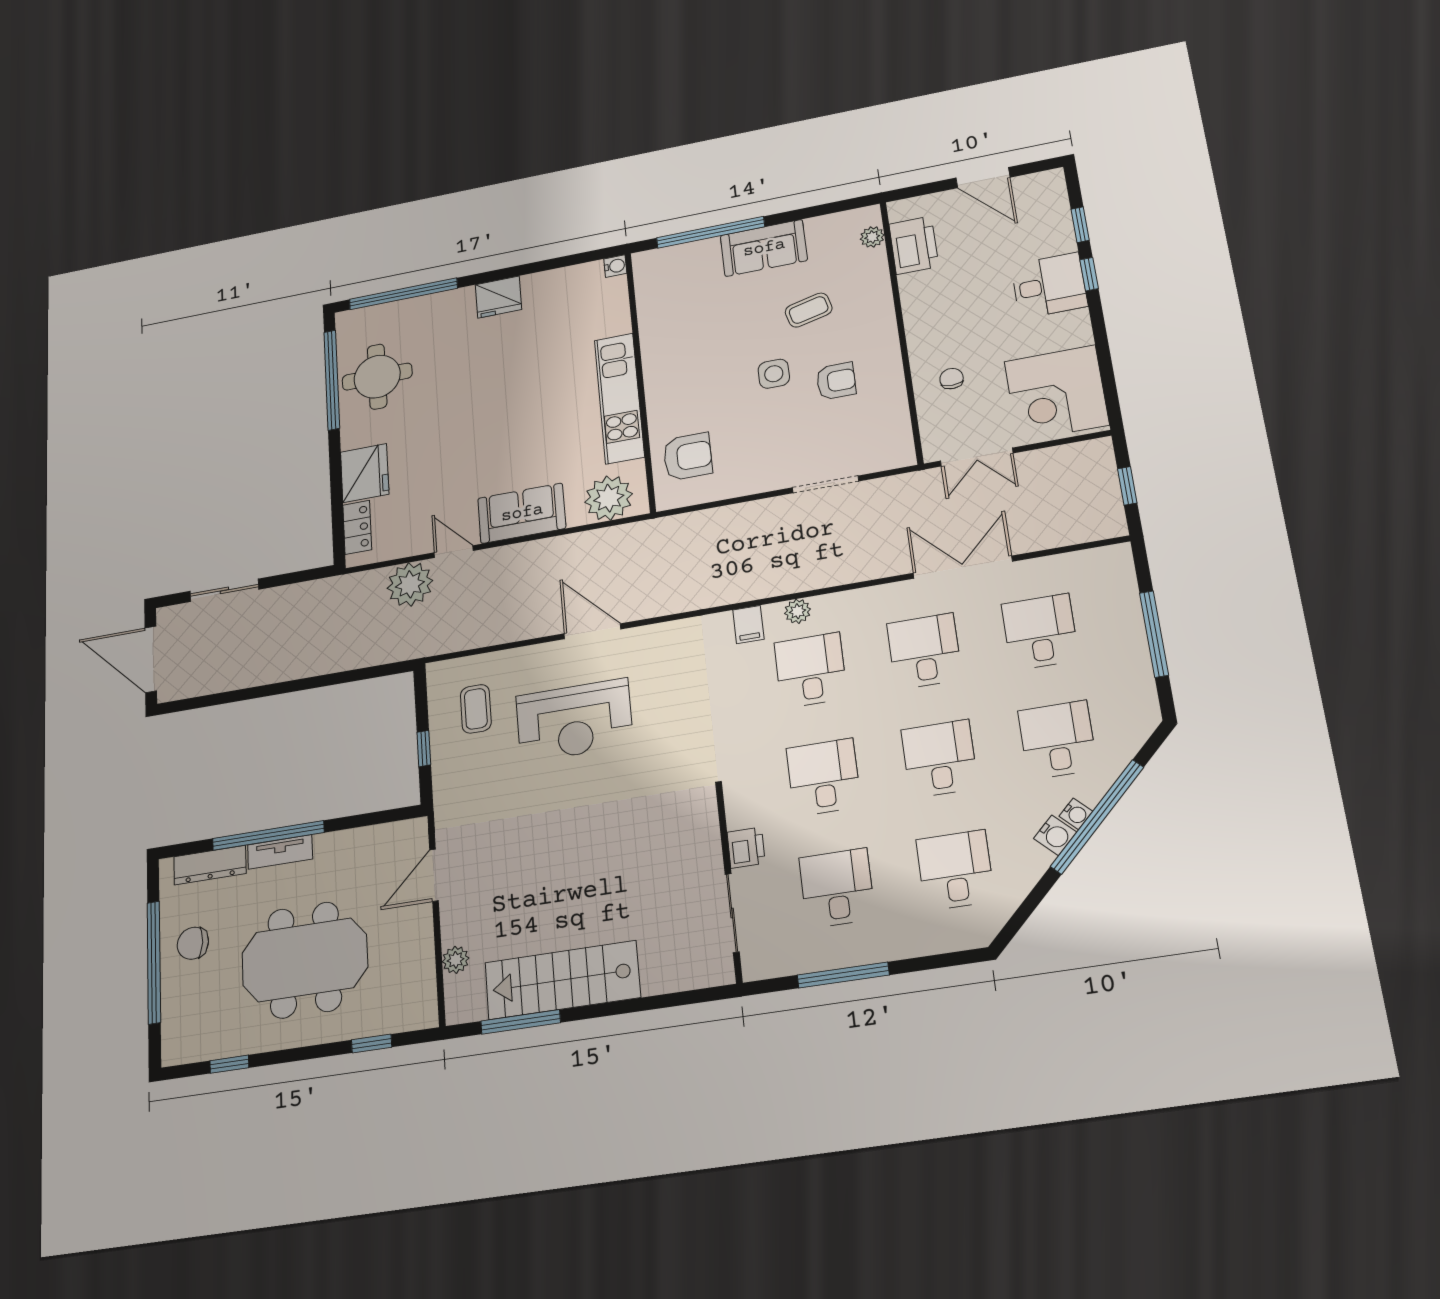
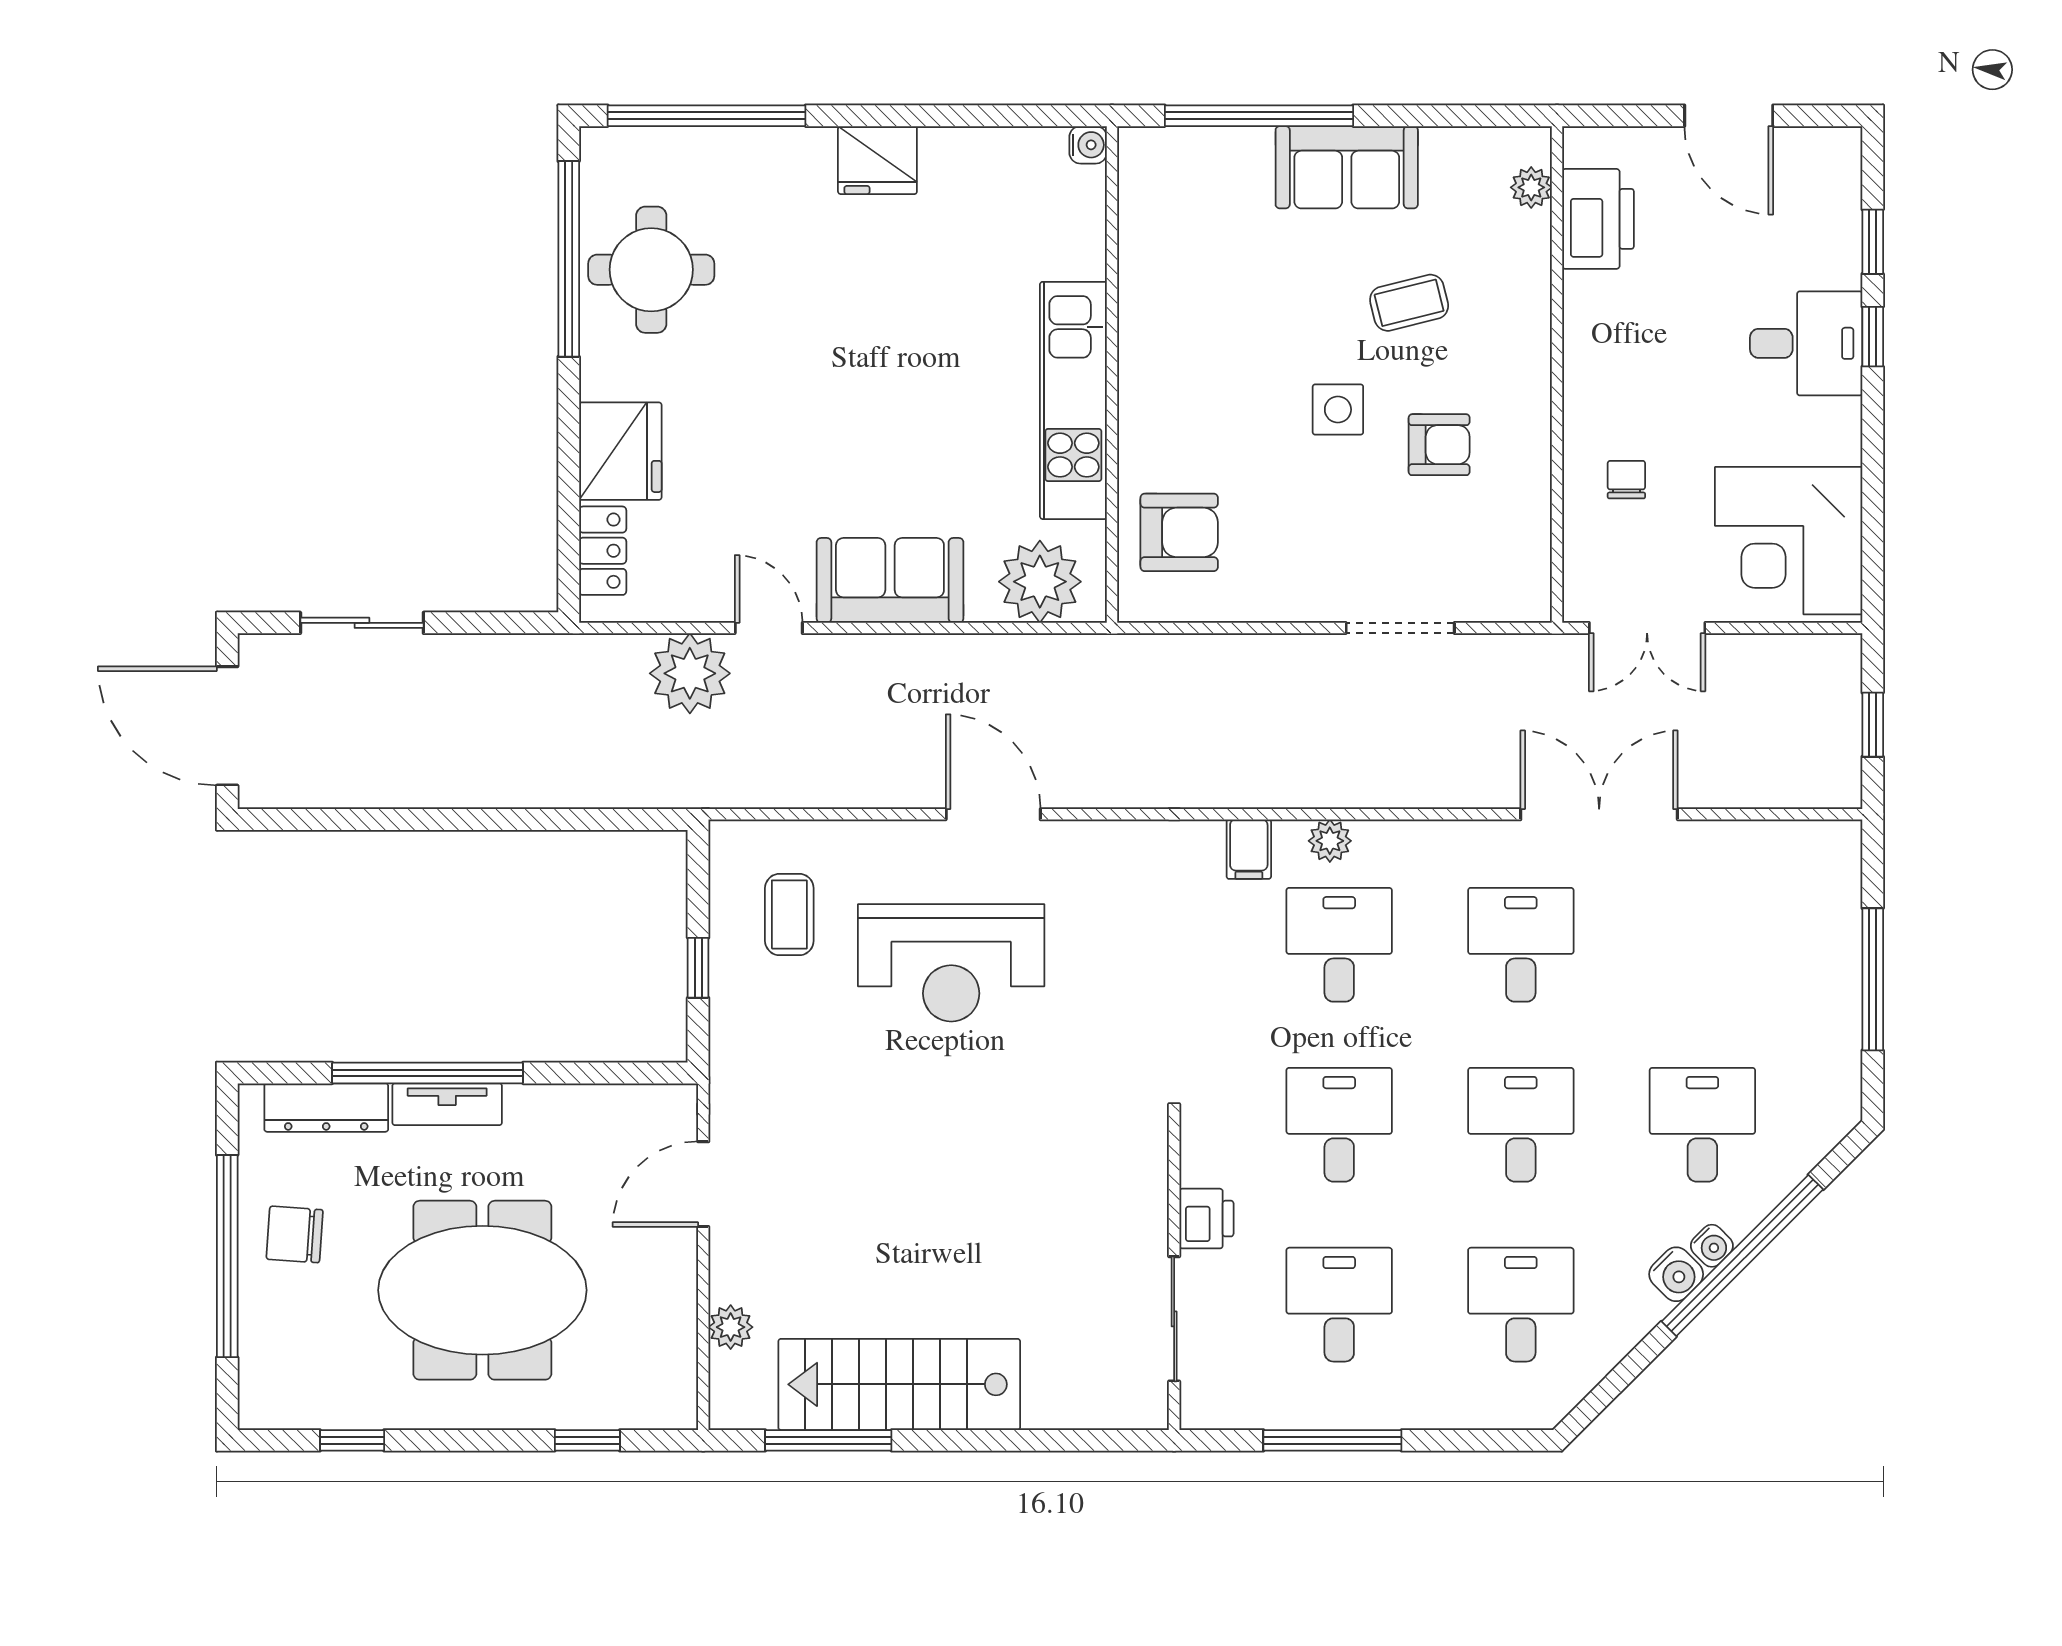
desk: (1040, 632) -> (1702, 945), removed

